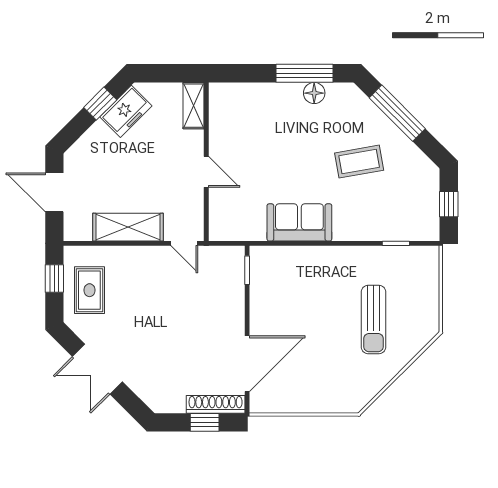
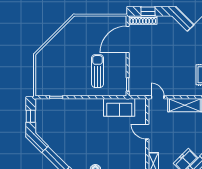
coffee table: (359, 162) -> (74, 137), removed
sofa: (299, 222) -> (119, 107), moved
sun lounger: (373, 319) -> (97, 71), moved

